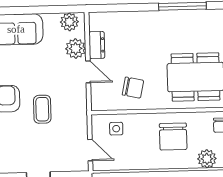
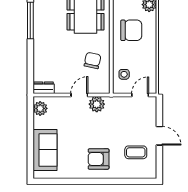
dresser: (97, 45) -> (44, 88), moved
plant: (76, 49) -> (97, 104), moved
coffee table: (42, 109) -> (136, 152), moved

